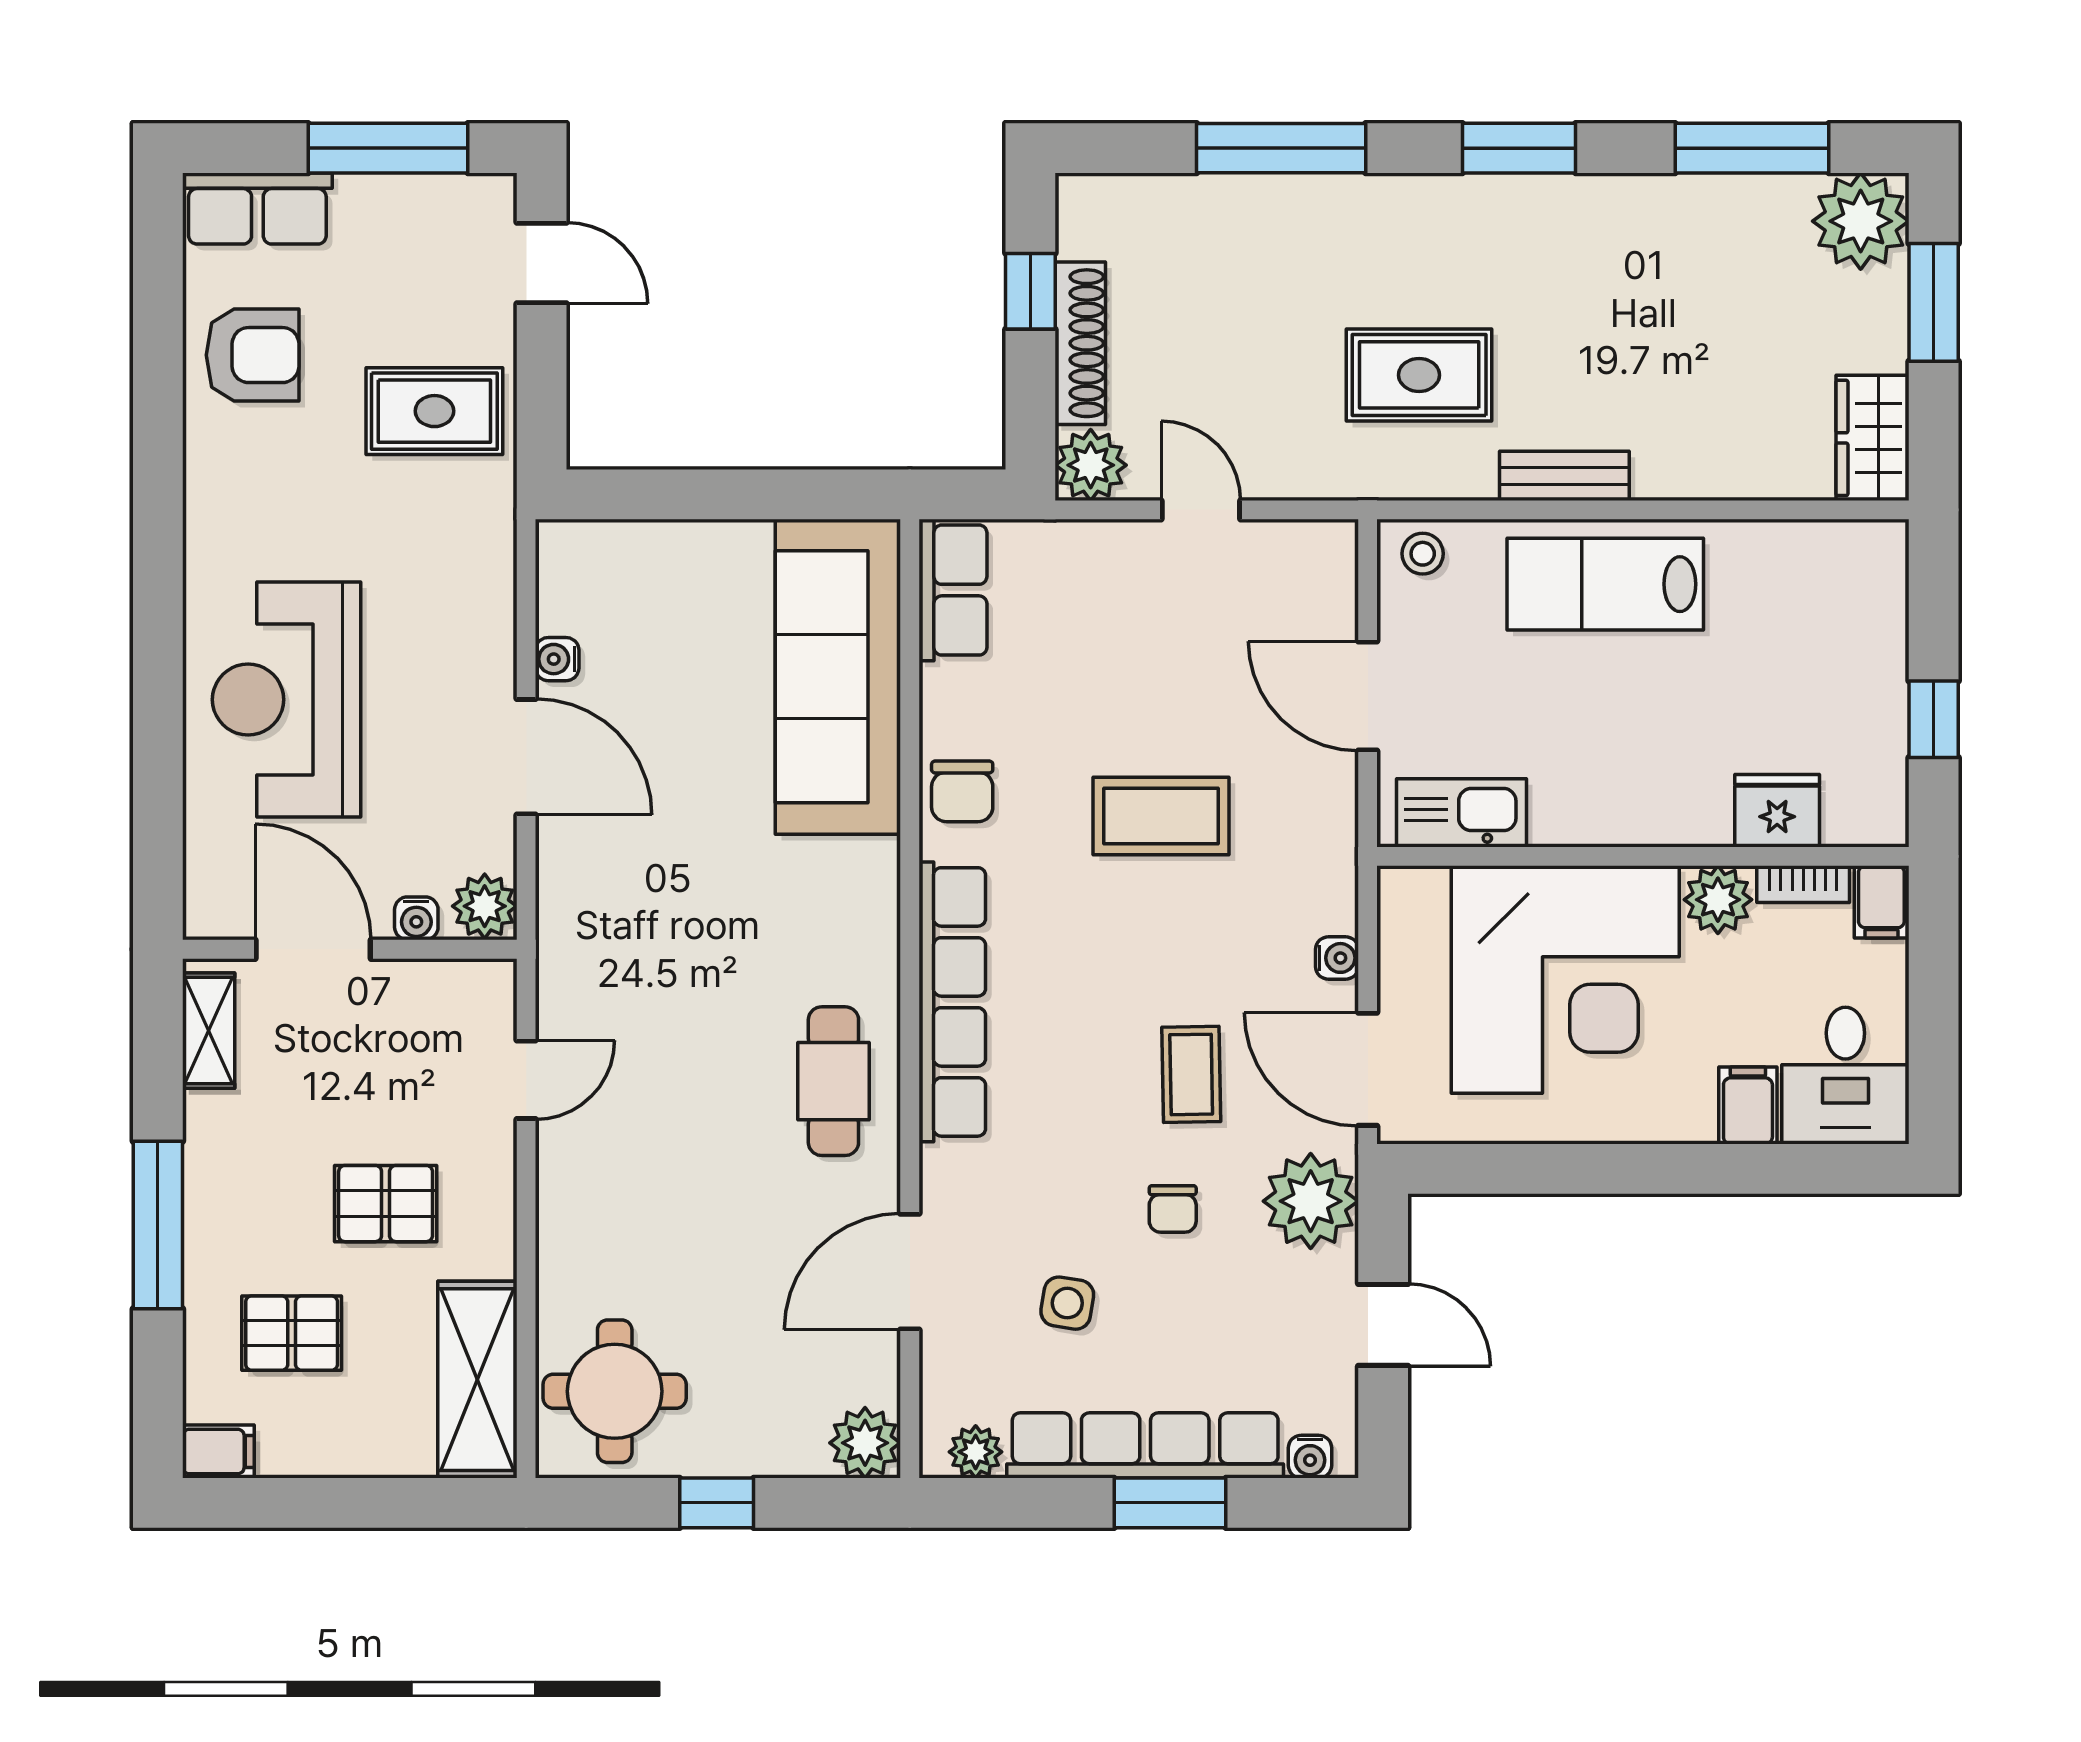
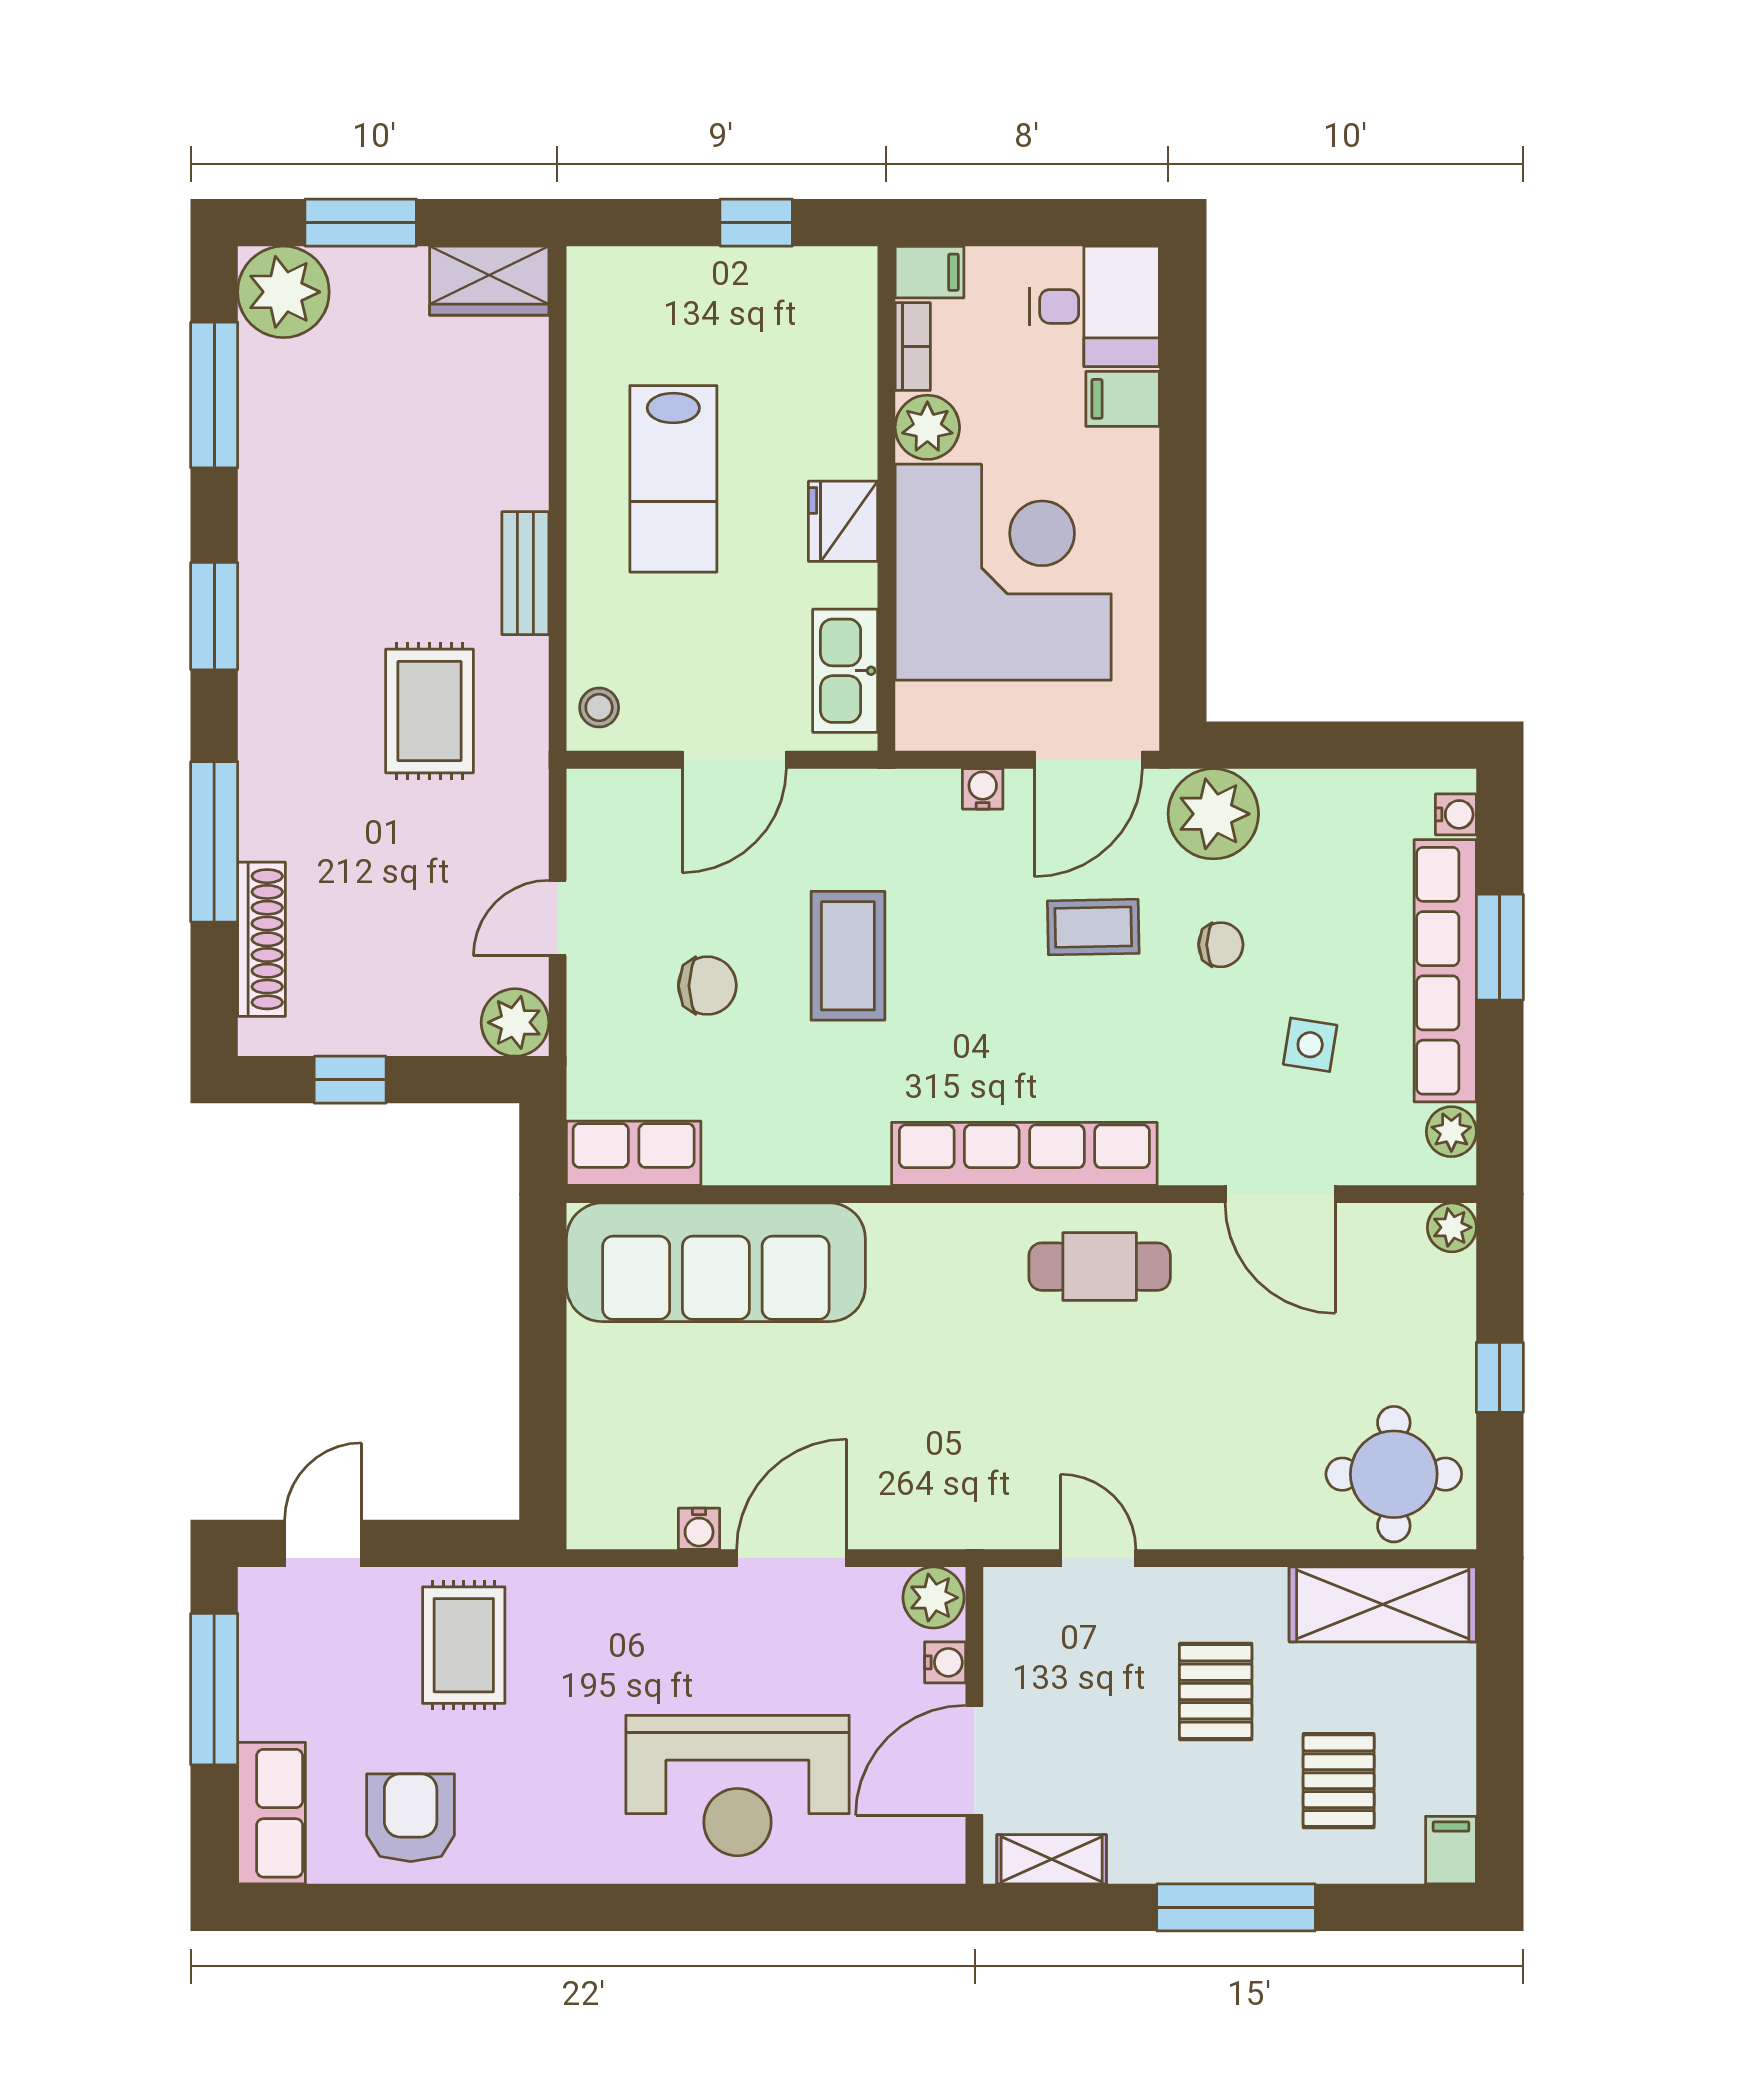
shoe rack: (1080, 343) -> (261, 939), moved, turned 90
lab bench: (1605, 584) -> (673, 479), moved
chair: (962, 791) -> (707, 986), moved
fridge: (1777, 811) -> (843, 521), moved
door: (1383, 1325) -> (1331, 745), removed
plant: (865, 1443) -> (1452, 1227), width x0.73, depth x0.73

